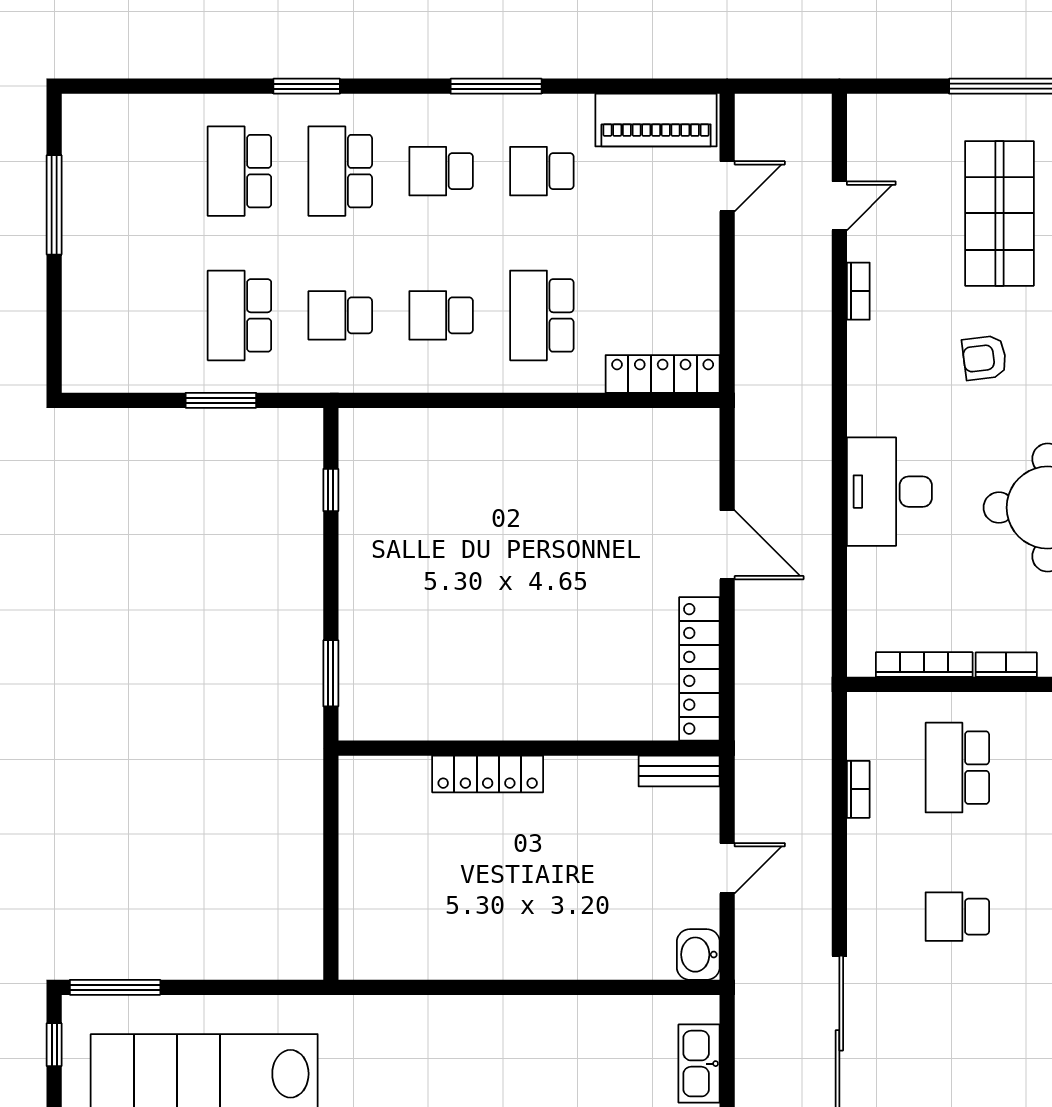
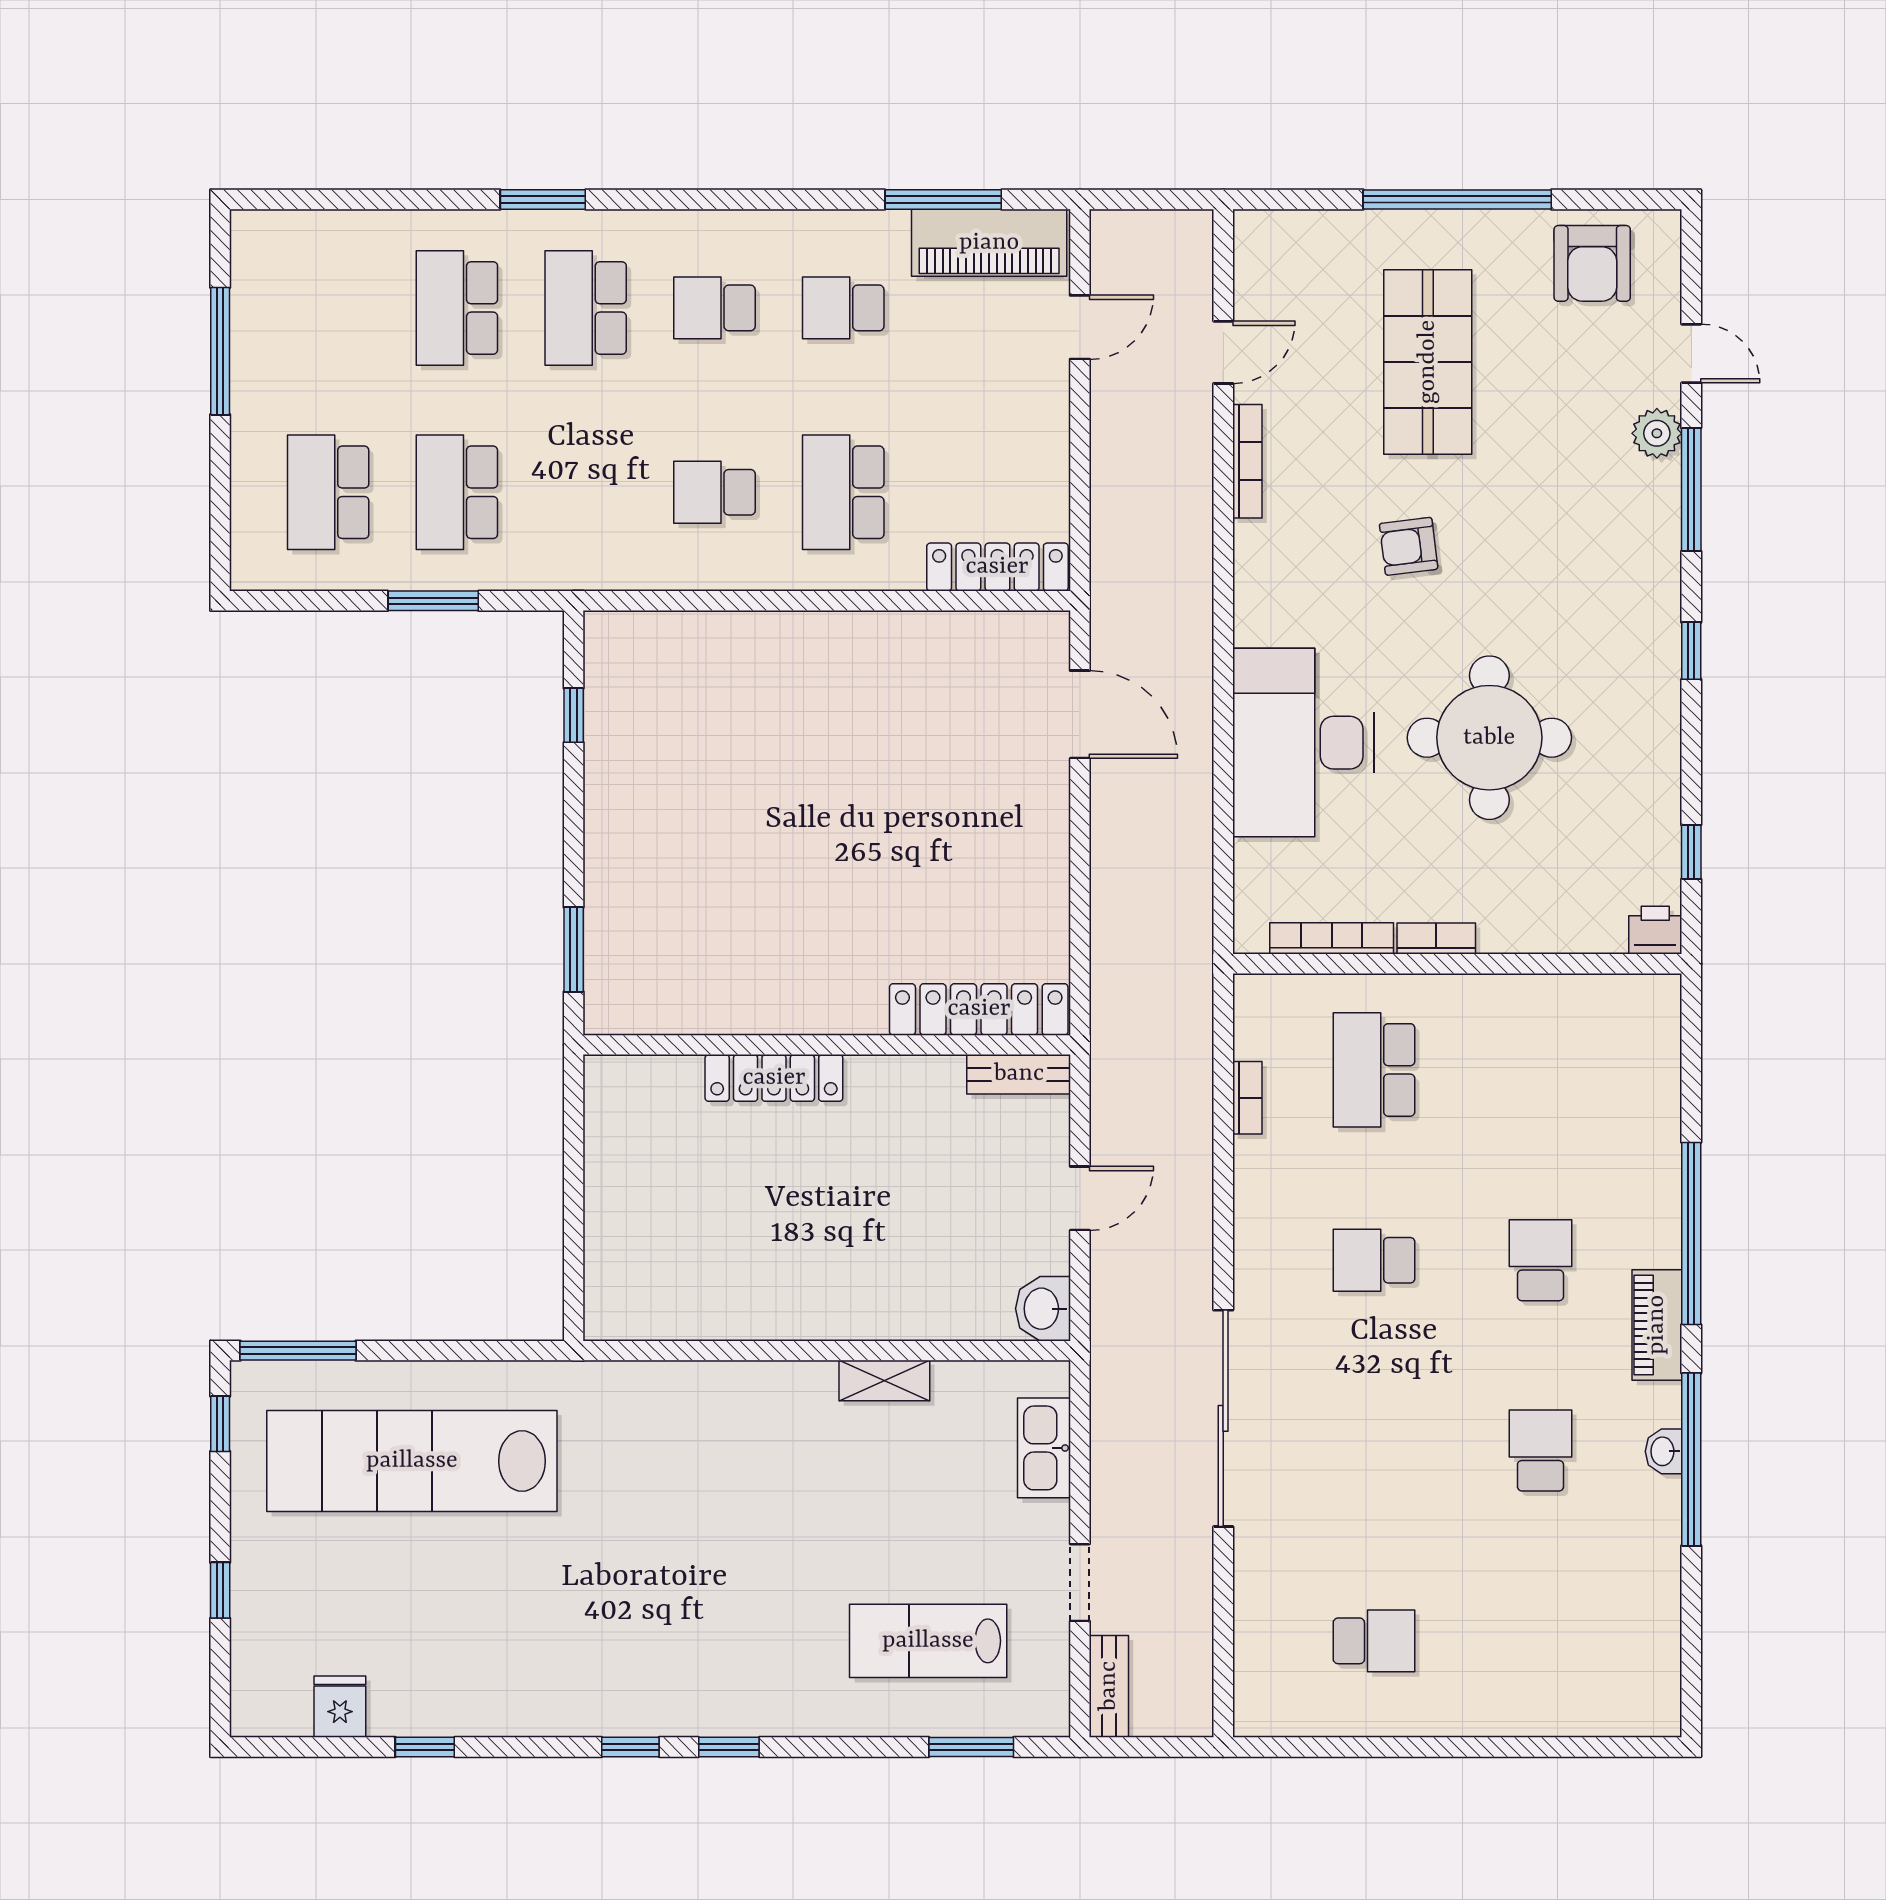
window: (496, 86) -> (943, 199), moved
bookcase: (858, 291) -> (1247, 461), width x1.56
school desk: (340, 315) -> (328, 492), moved, width x1.85
desk: (889, 492) -> (1303, 743), width x1.36, depth x1.30
door: (727, 545) -> (1080, 714), moved
locker: (699, 669) -> (979, 1009), moved, turned 90
shelving: (574, 1011) -> (884, 1381), added

